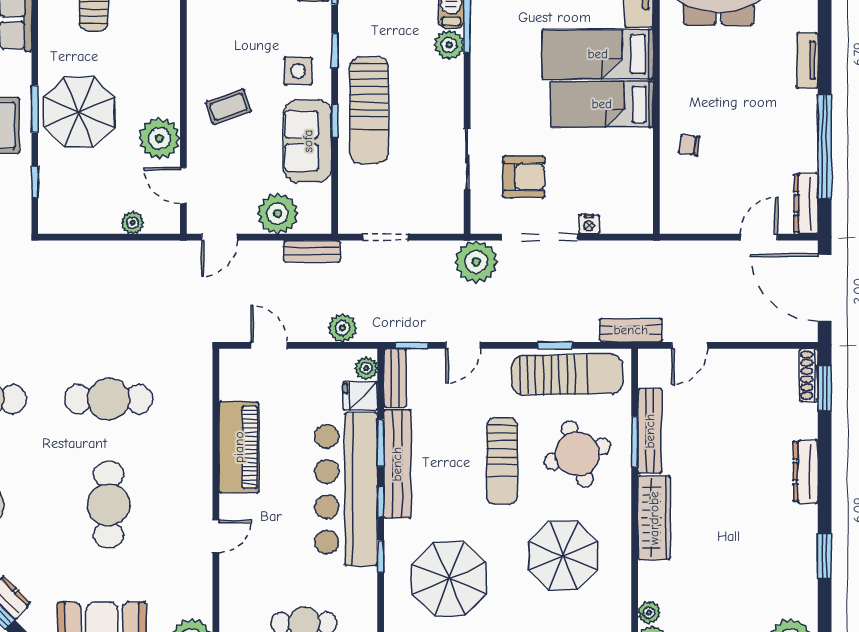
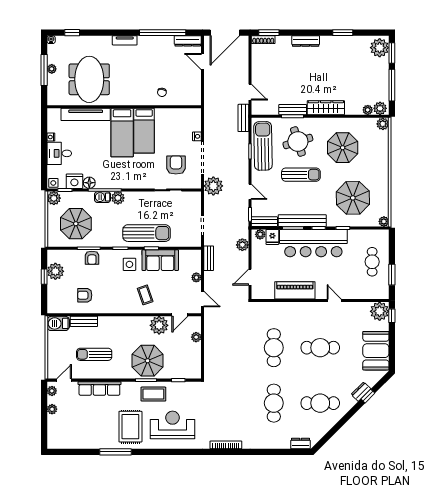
plant: (278, 214) -> (196, 277), width x0.53, depth x0.53
bench: (650, 431) -> (293, 110), width x0.73

